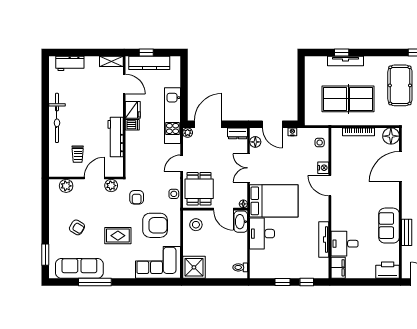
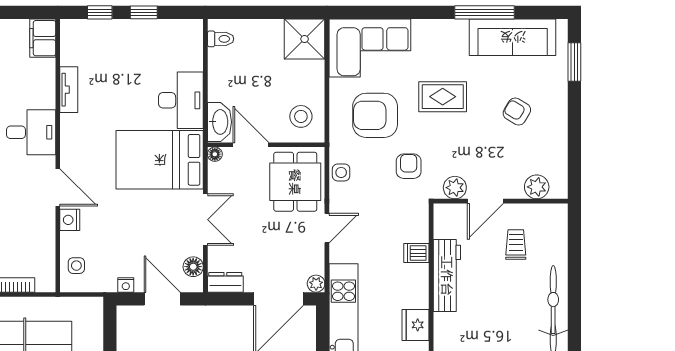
dishwasher: (132, 125) -> (416, 253), moved
tv unit: (324, 239) -> (69, 90), width x0.71
desk: (345, 244) -> (31, 132), moved

